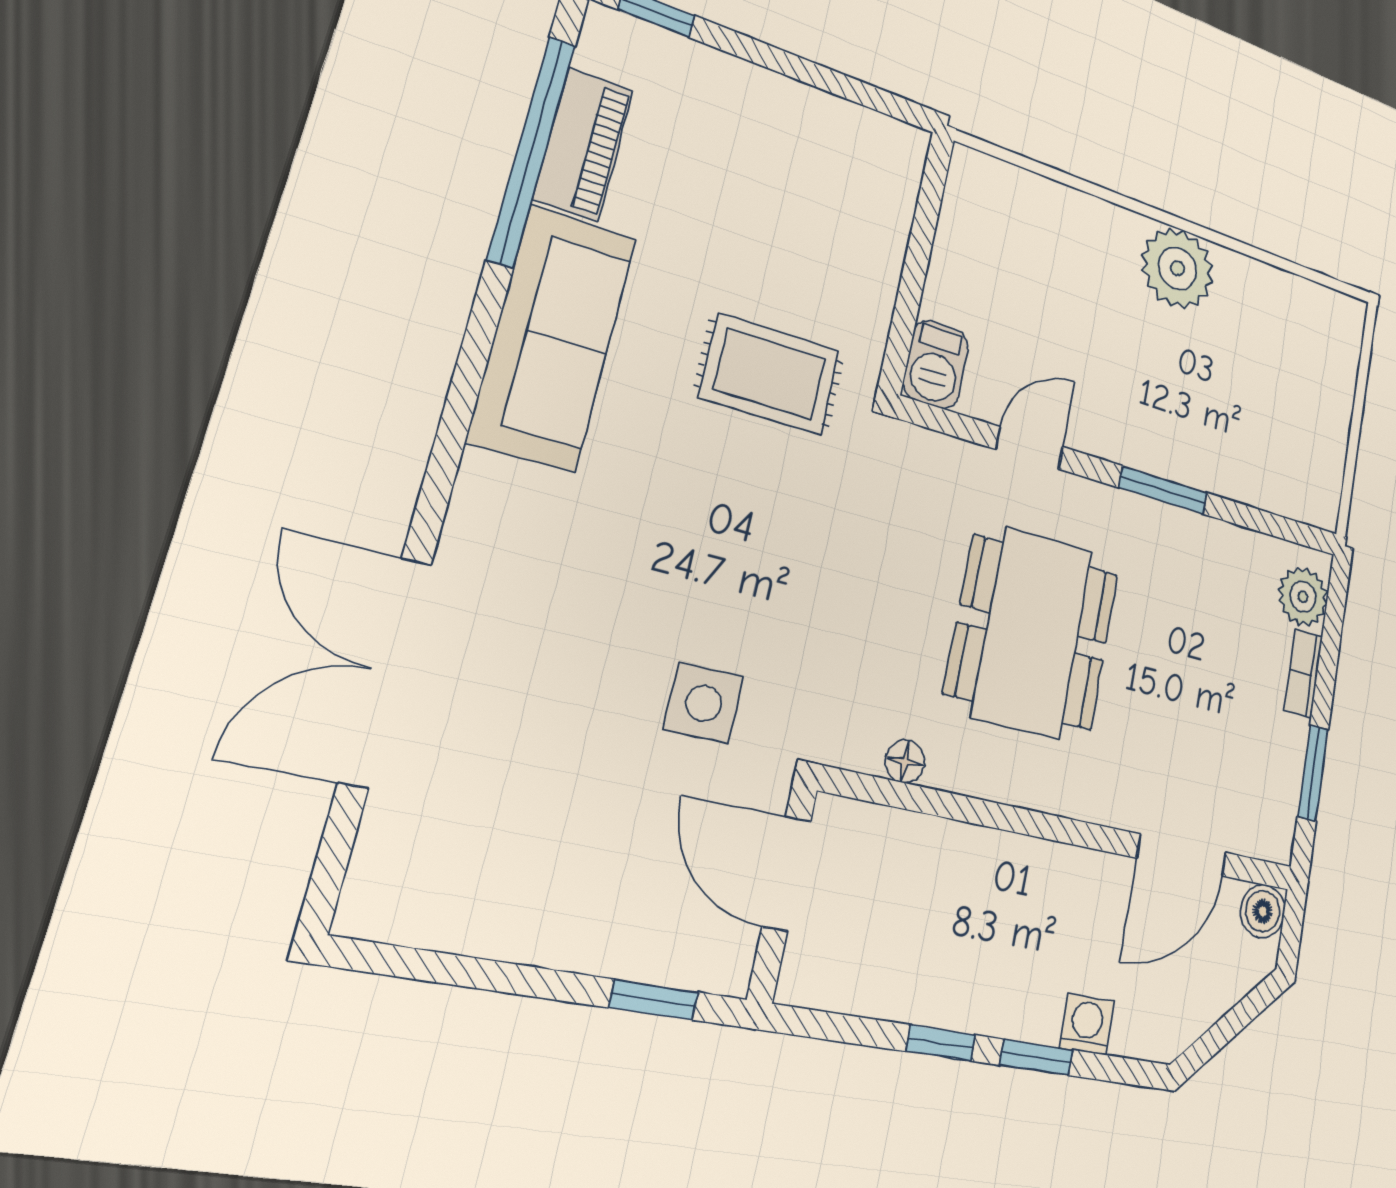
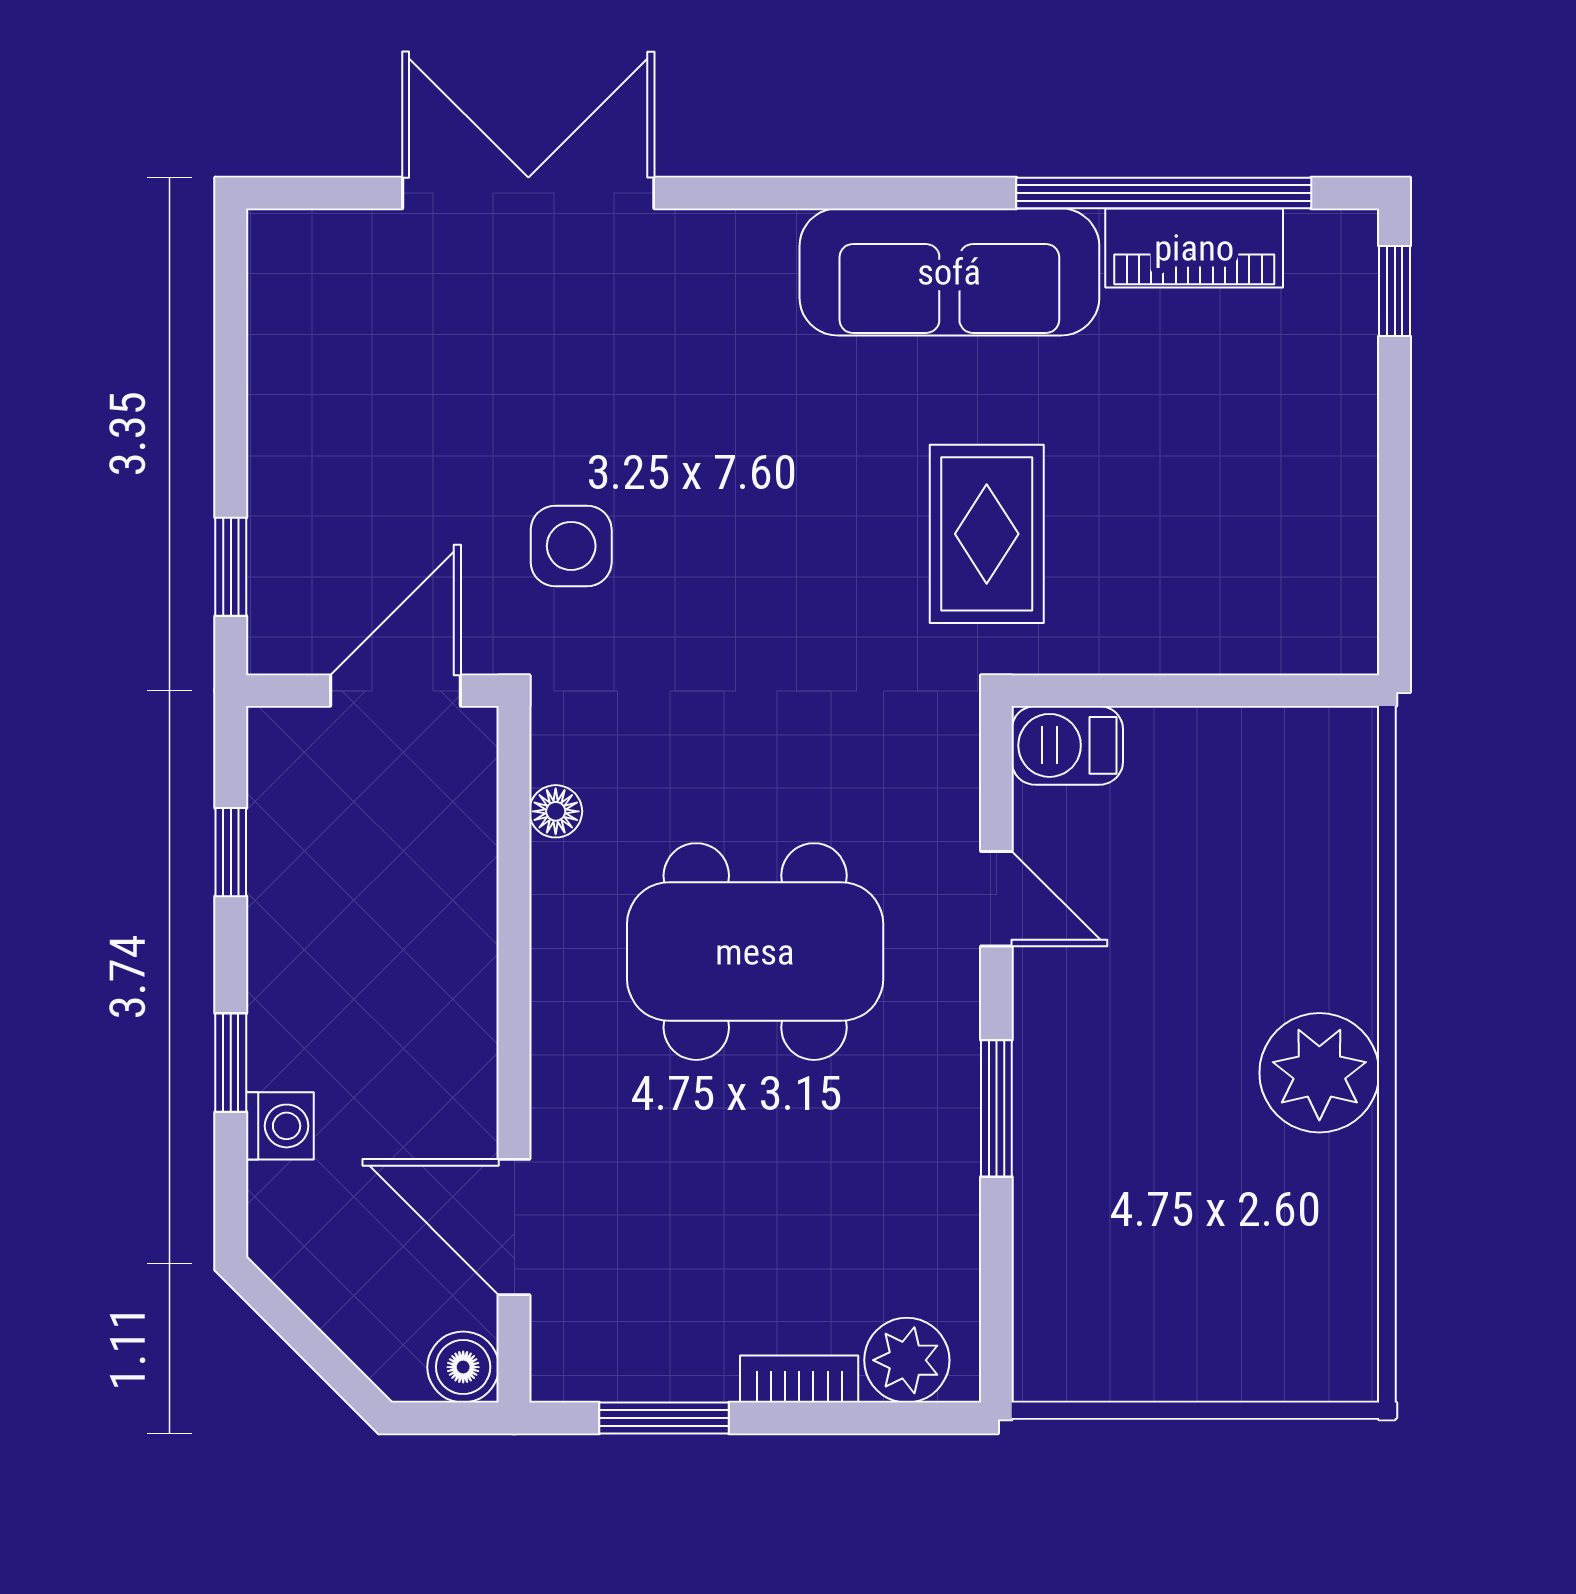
window: (941, 1043) -> (231, 852), moved

